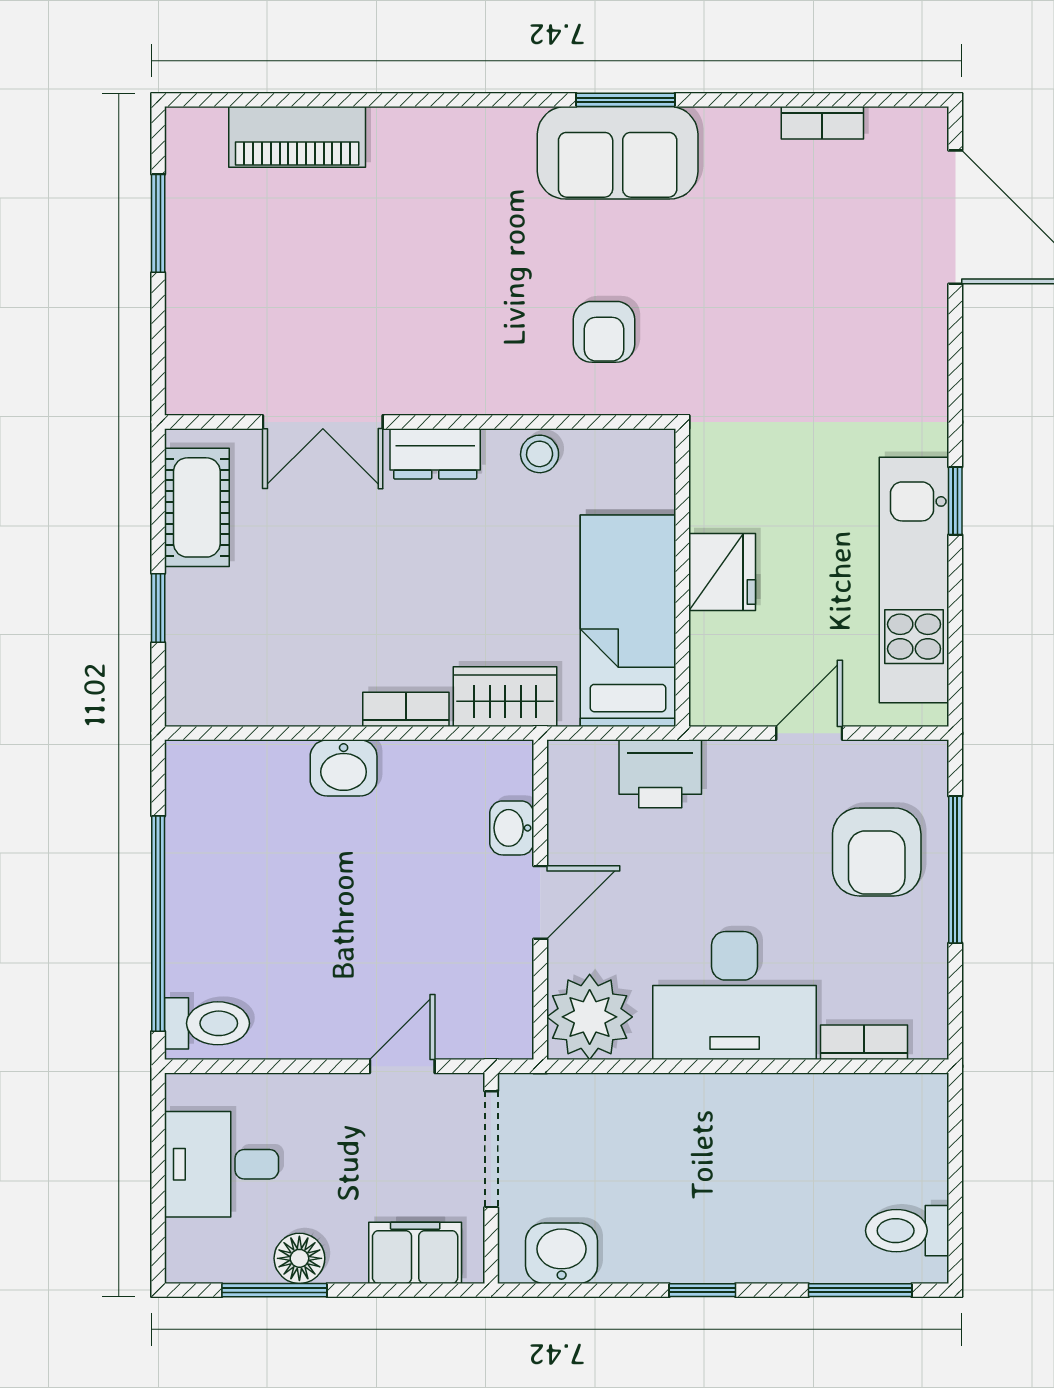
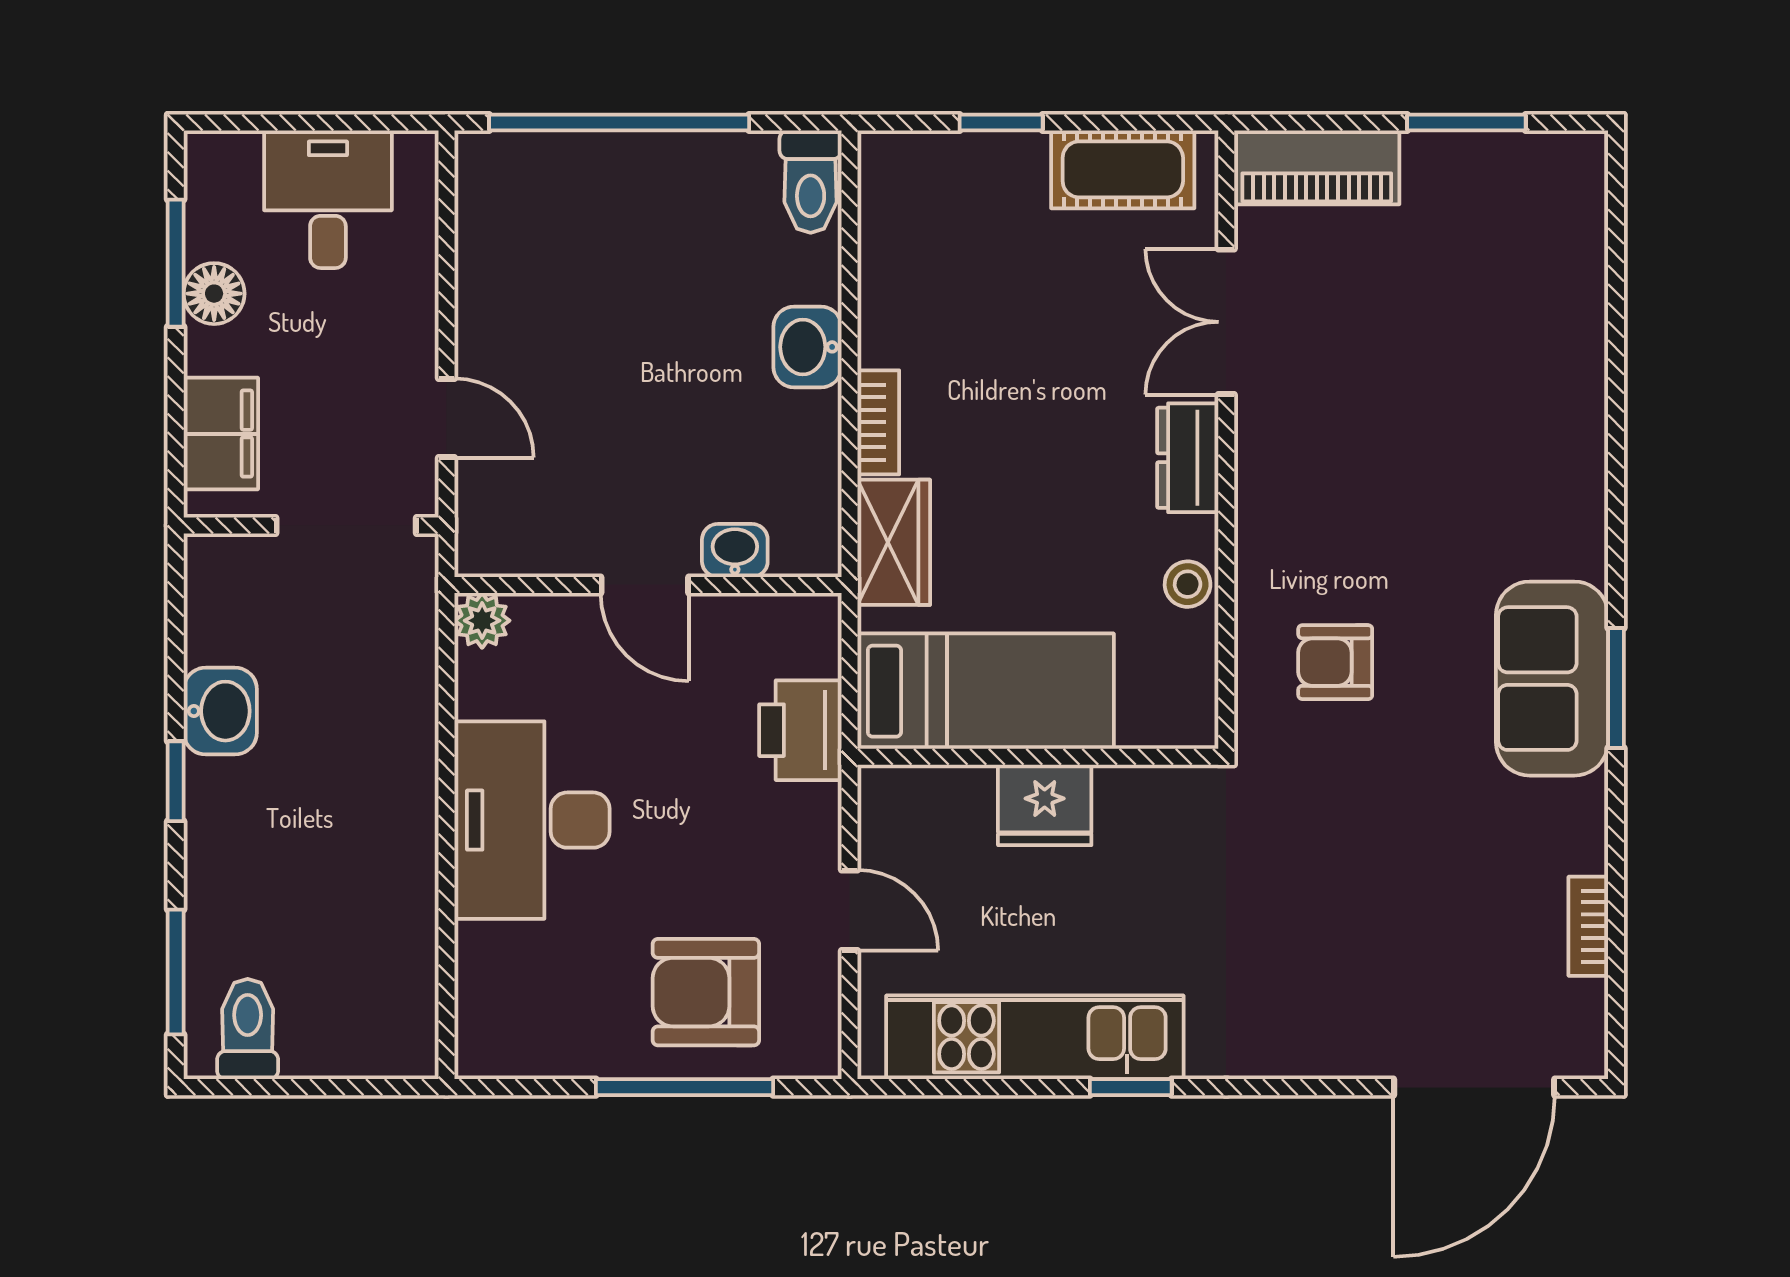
piano: (297, 137) -> (1317, 167), moved, turned -90
plant: (590, 1017) -> (482, 621), width x0.53, depth x0.53
toilet: (207, 1023) -> (811, 182), moved
bookcase: (864, 1042) -> (475, 977), removed
washbasin: (562, 1253) -> (220, 711), moved

